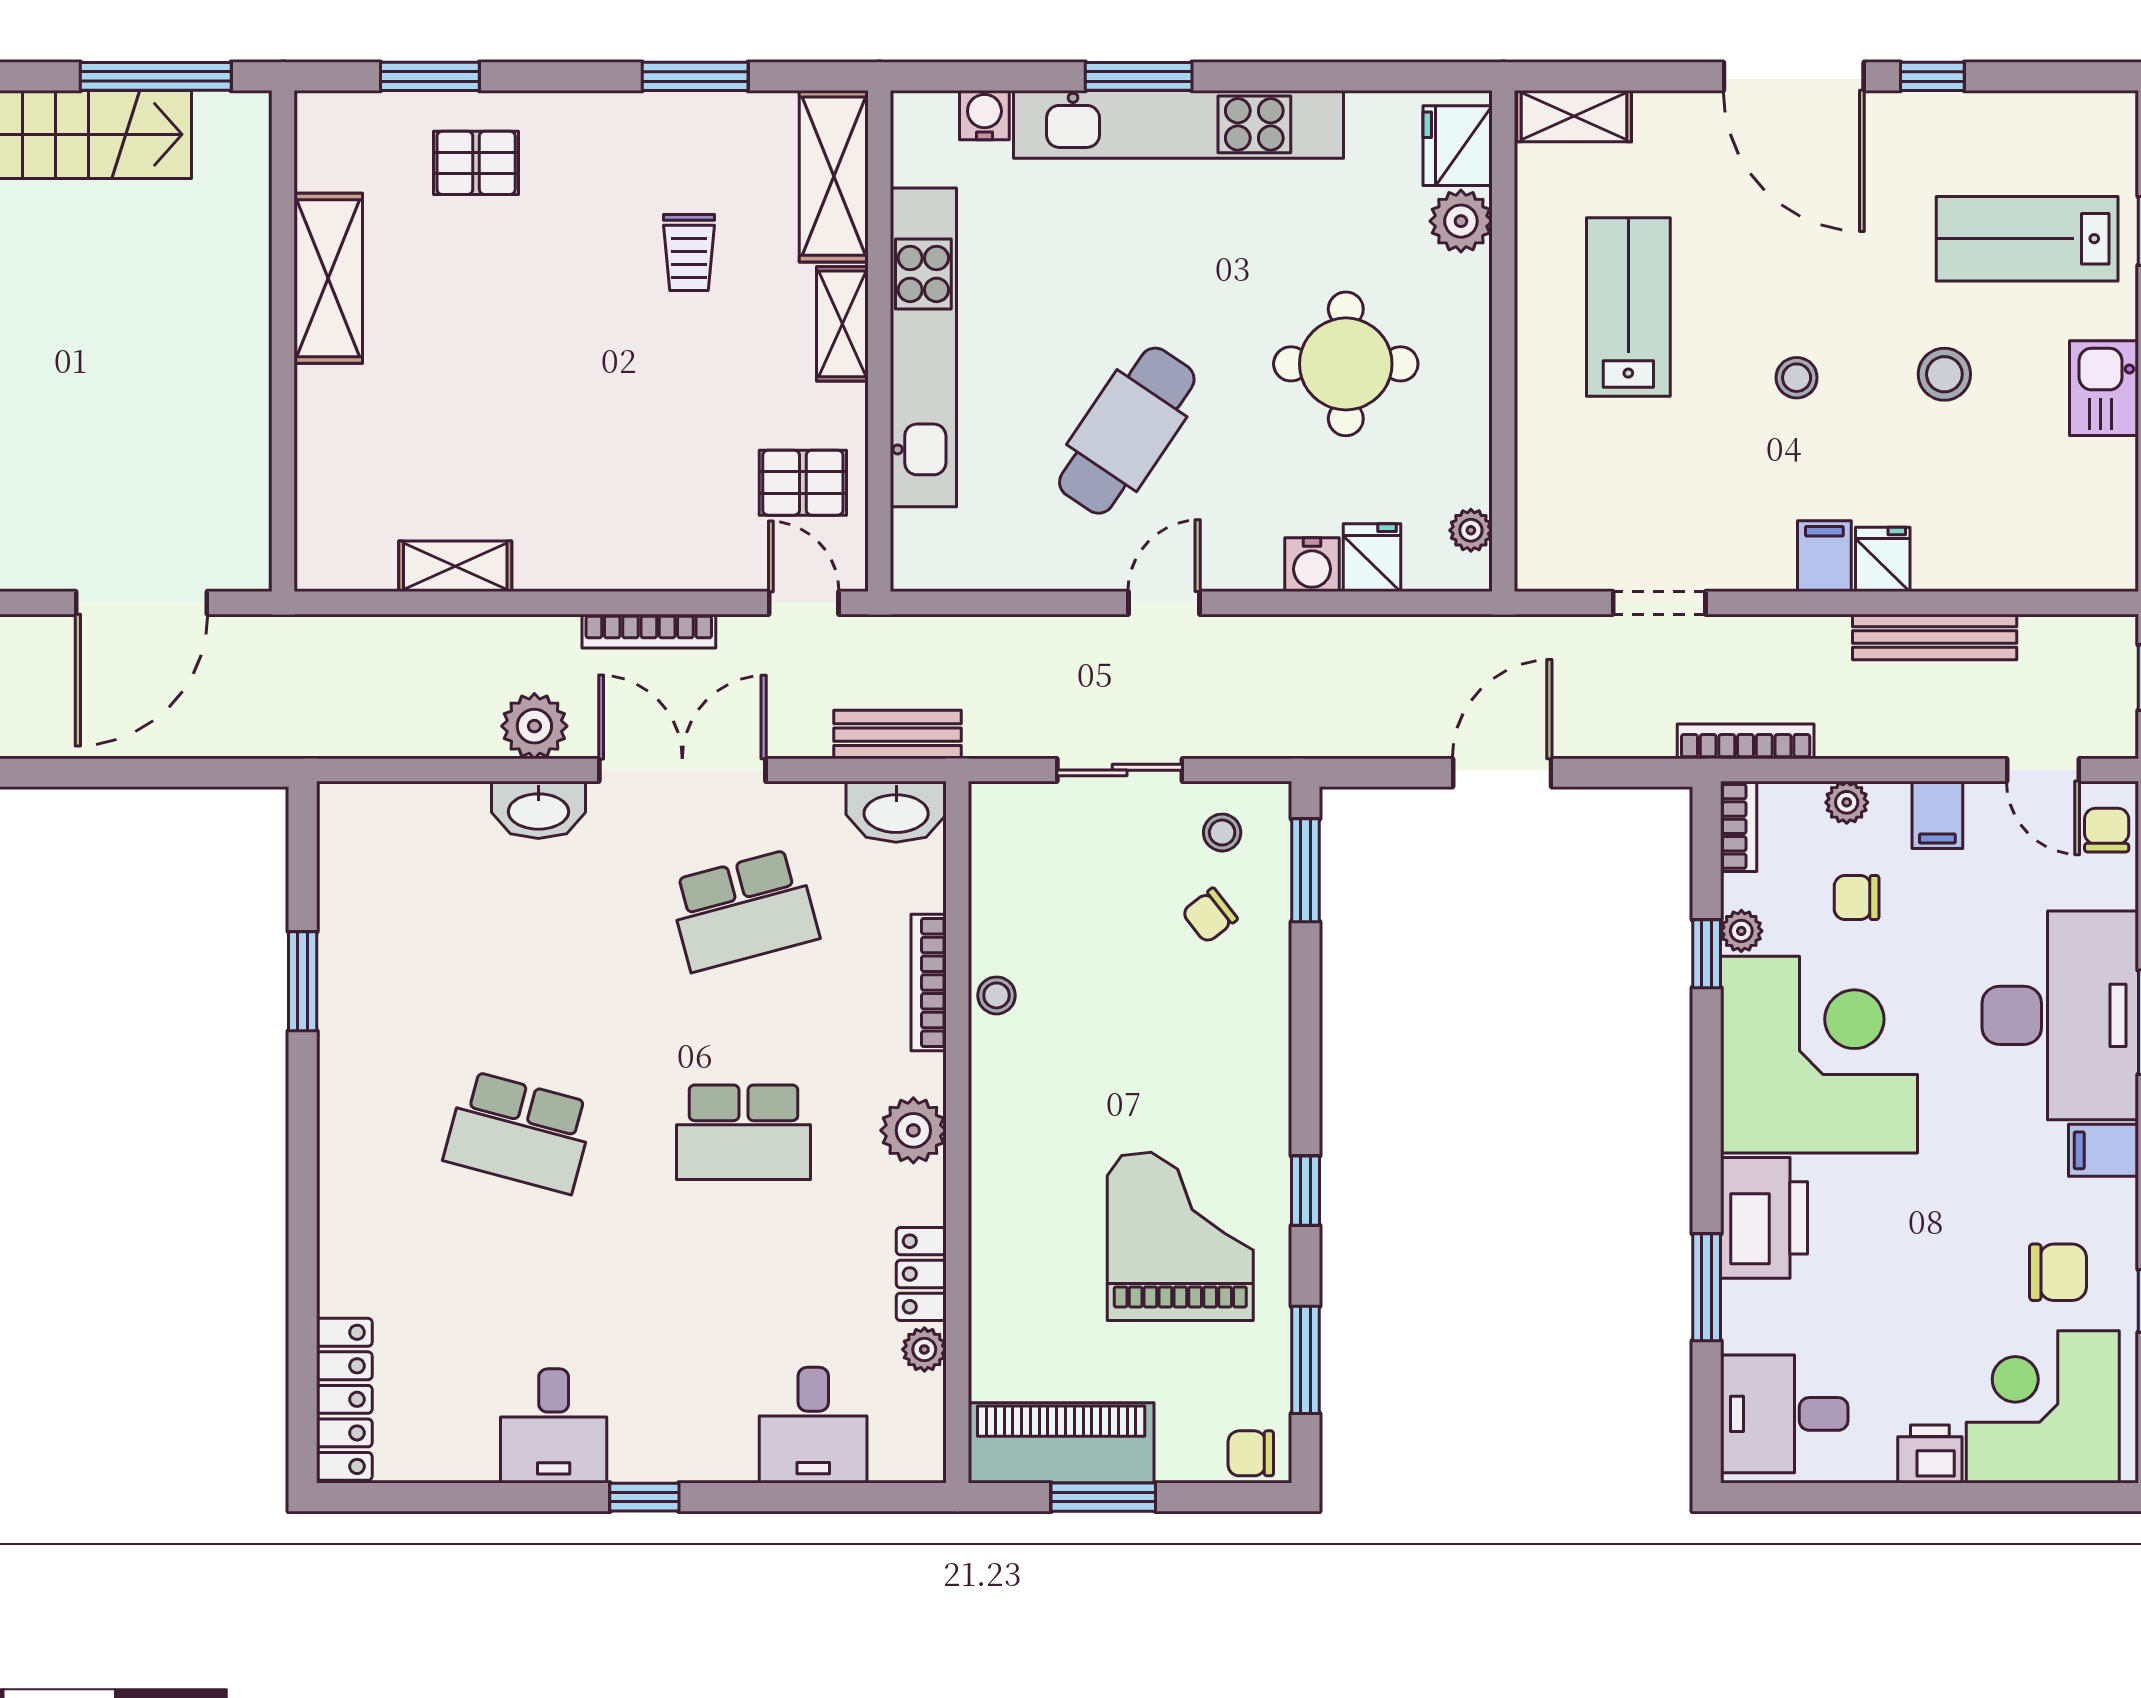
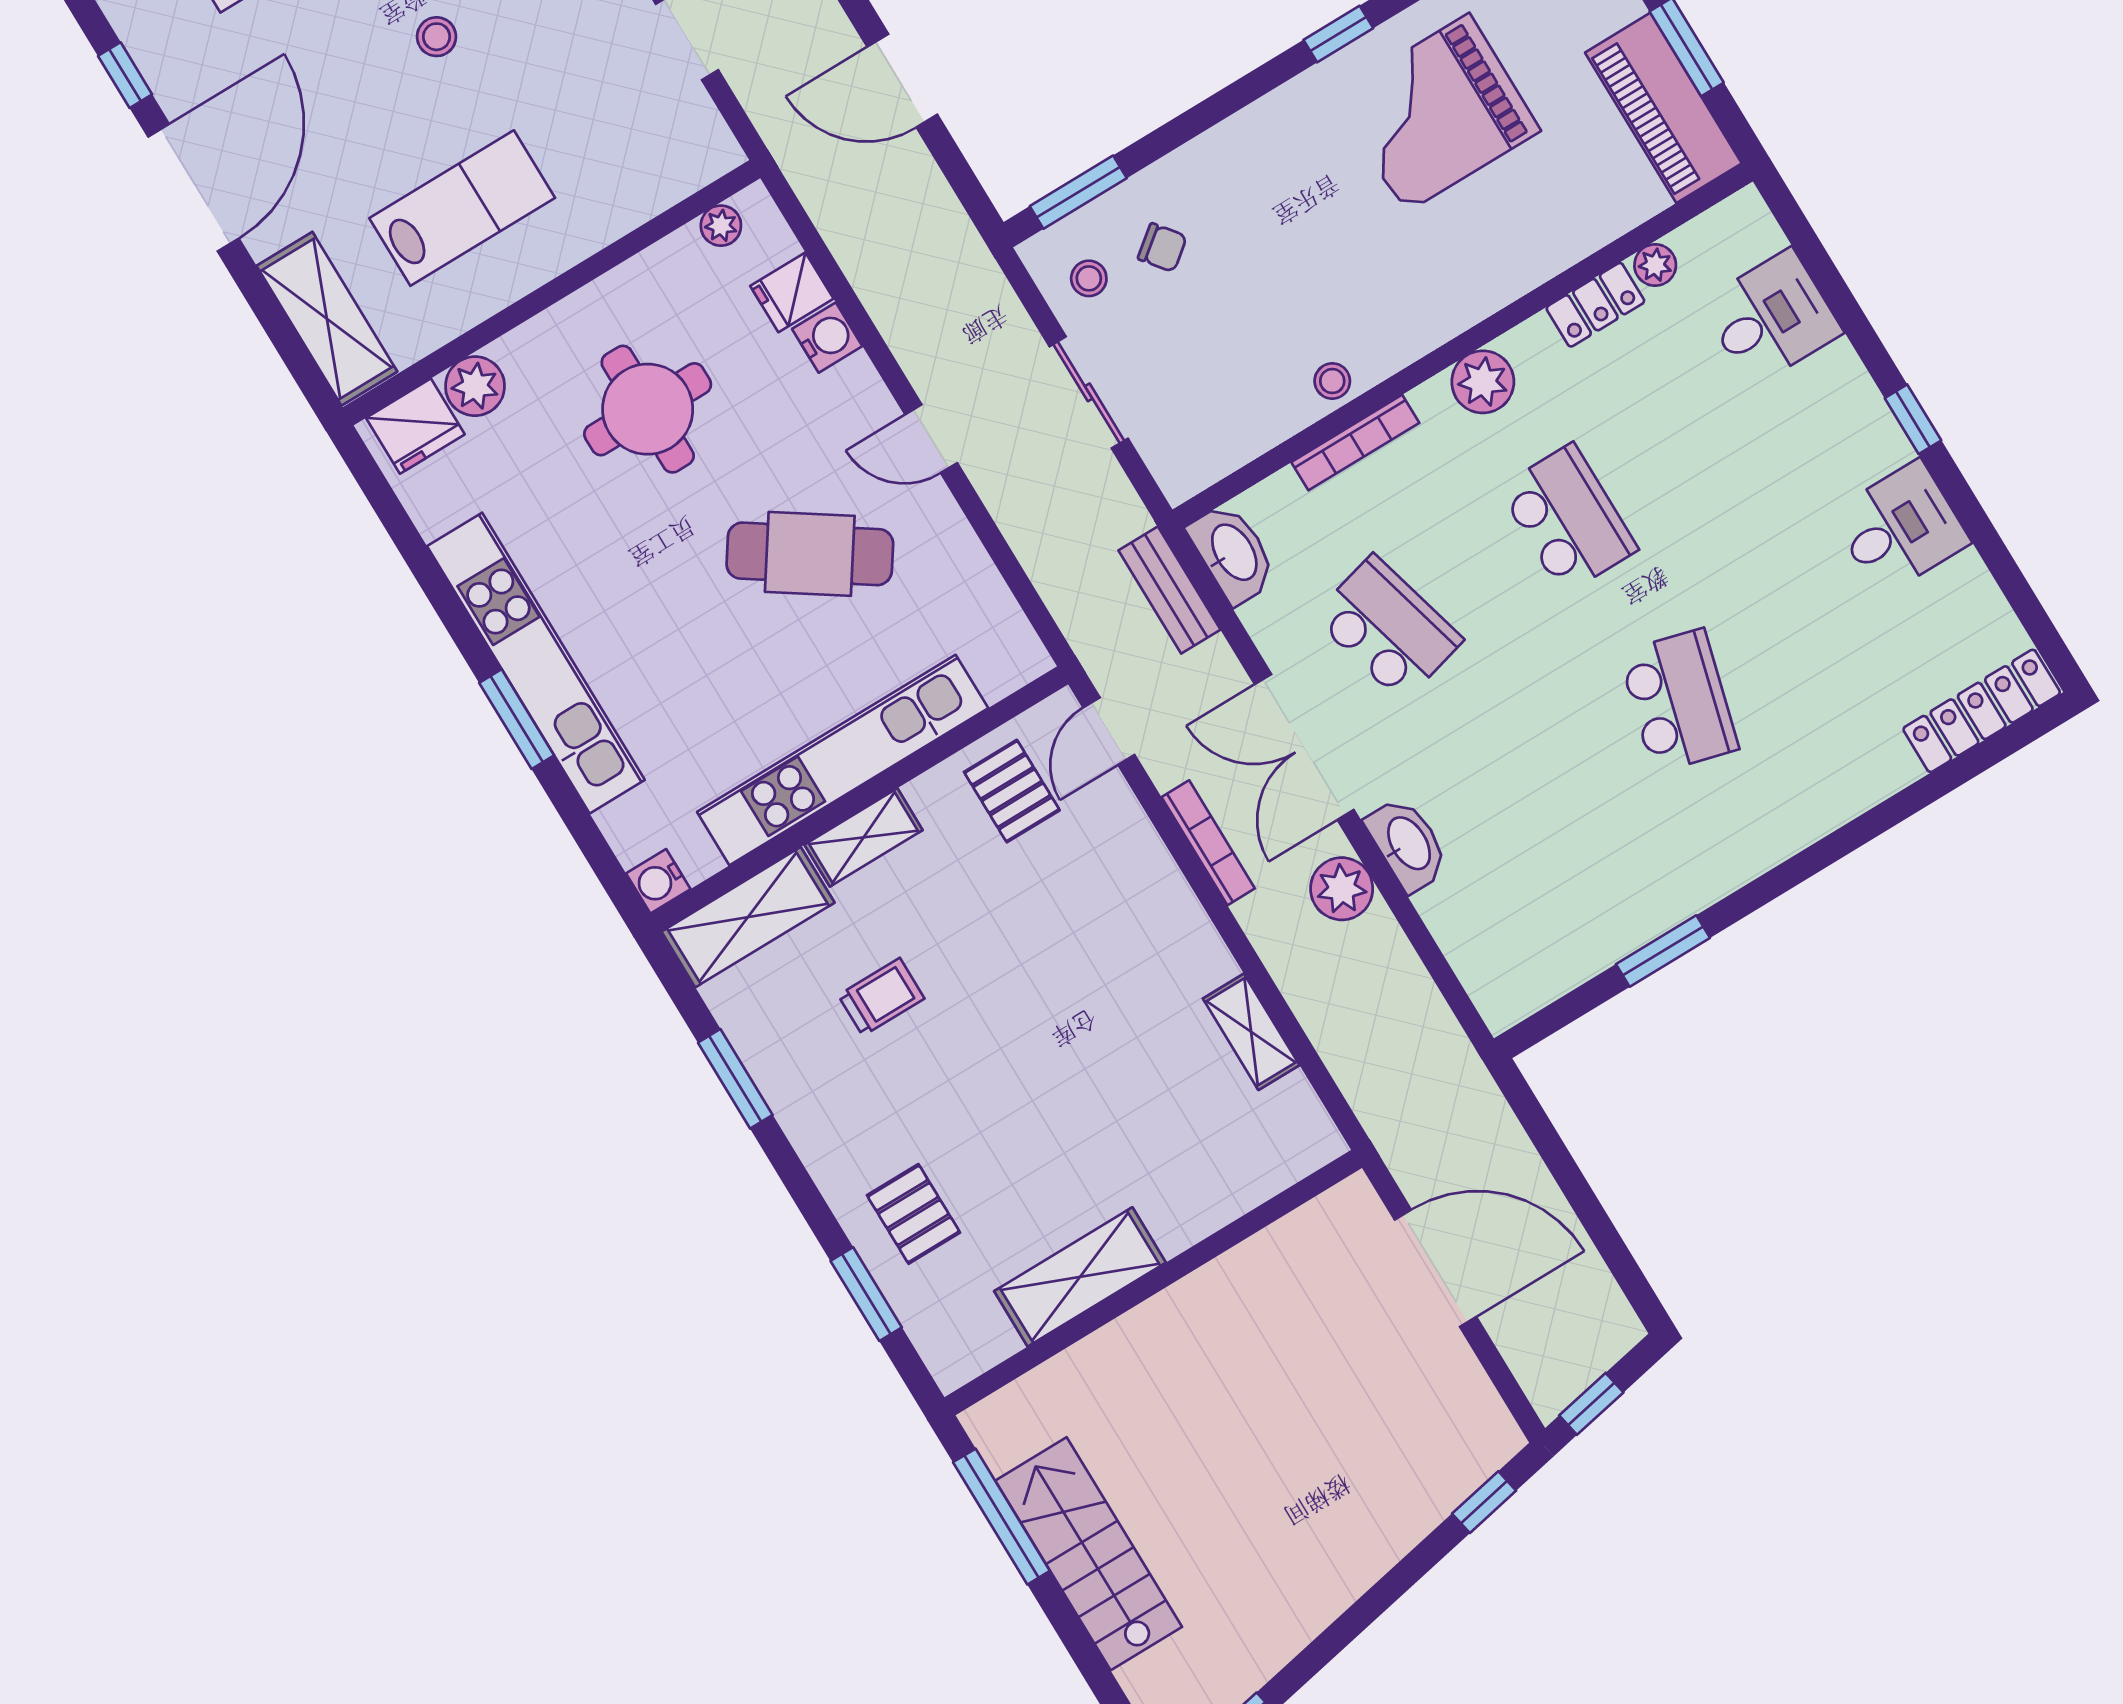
water cooler: (984, 115) -> (658, 881), moved
shelving: (1574, 116) -> (327, 319), width x1.50, depth x1.33
lab bench: (1628, 307) -> (462, 208), turned 180

